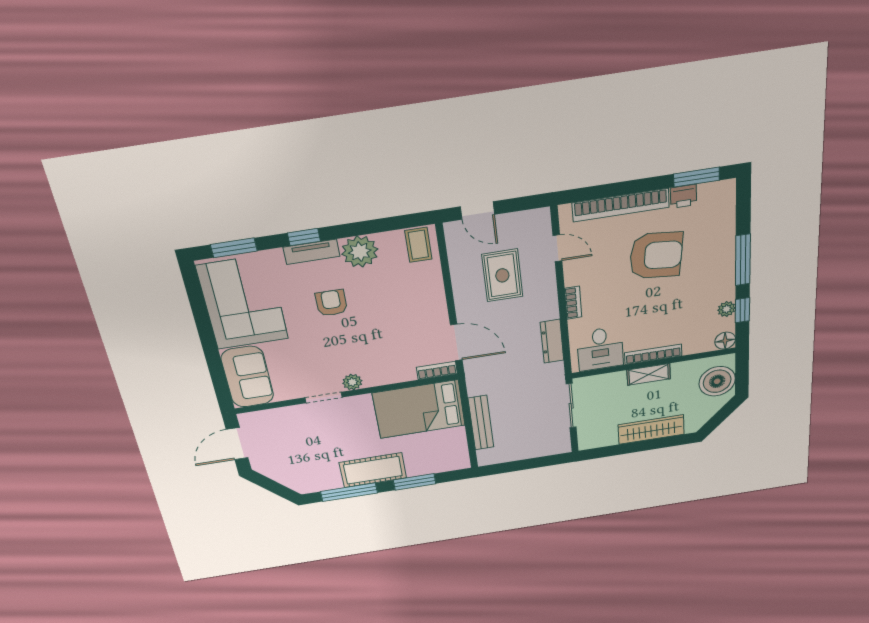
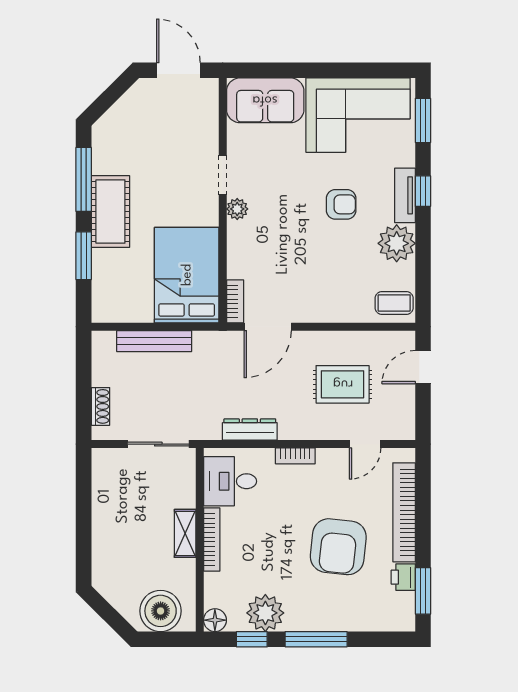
plant: (727, 309) -> (265, 613), width x1.88, depth x1.88
wardrobe: (651, 430) -> (106, 534), removed
shoe rack: (542, 450) -> (100, 406), added

